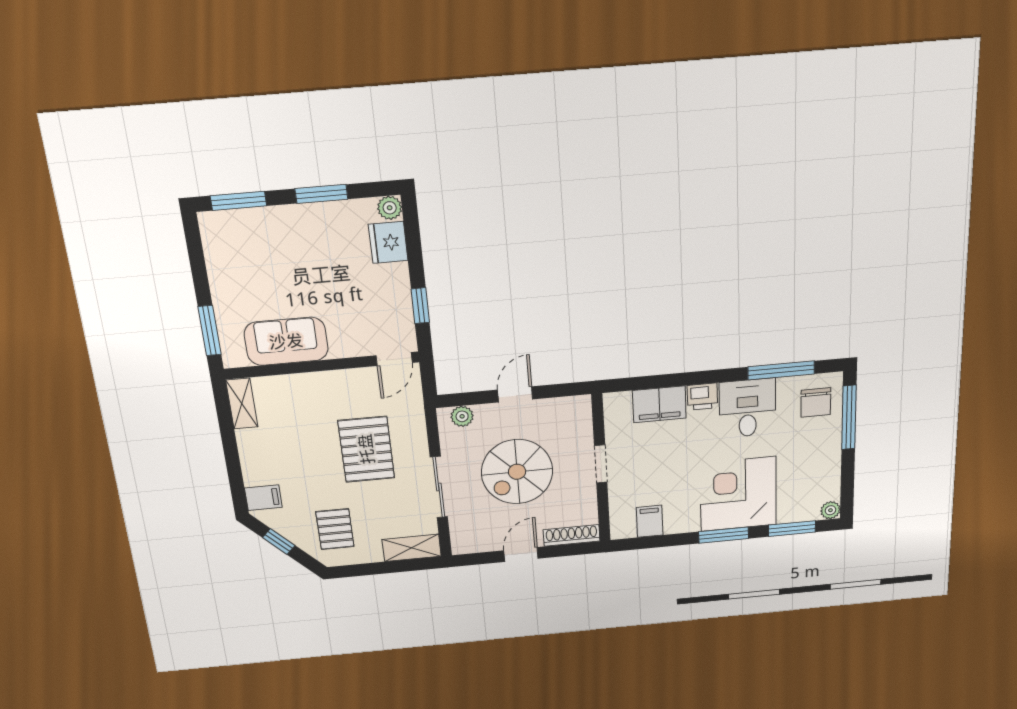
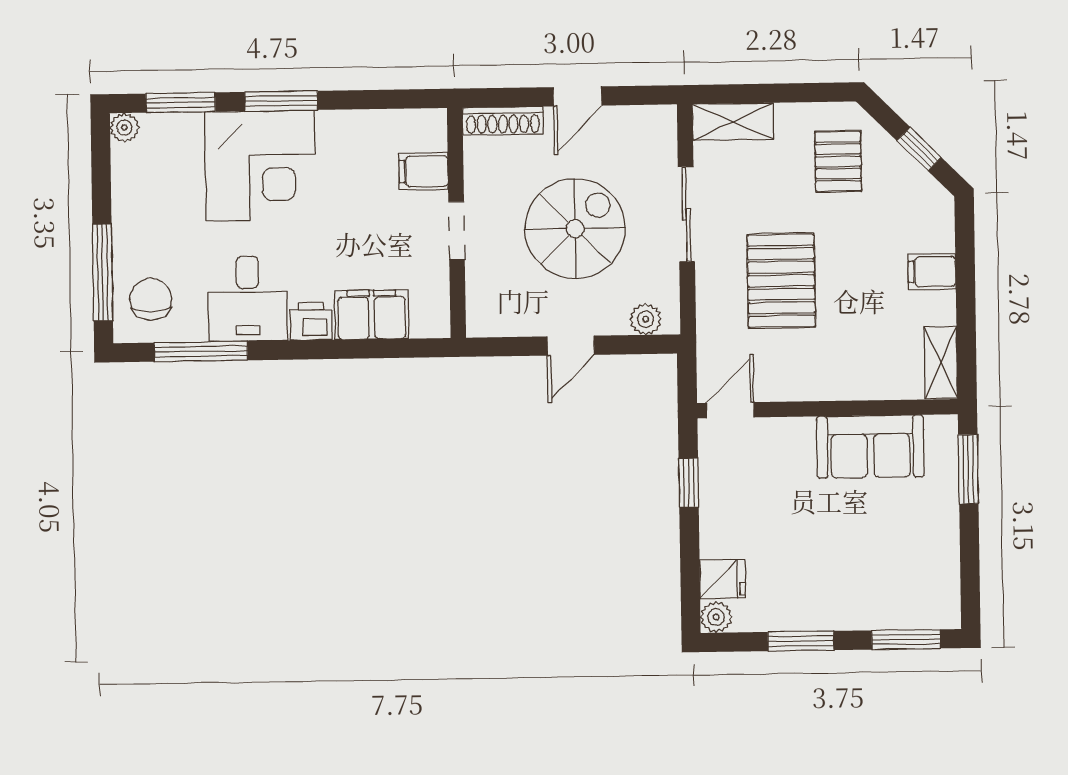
fridge: (388, 242) -> (723, 579), width x0.72
filing cabinet: (263, 498) -> (932, 272), moved
filing cabinet: (650, 521) -> (424, 171), moved, turned 90

